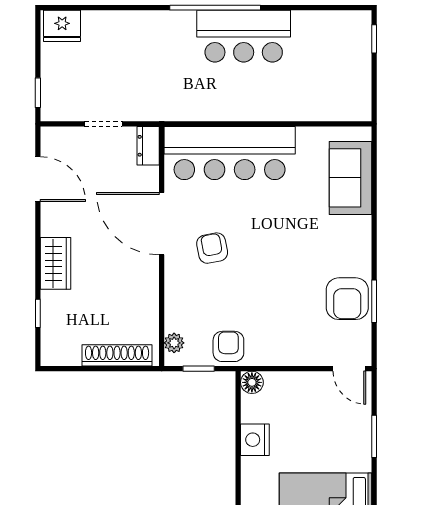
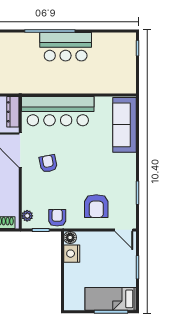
dresser: (148, 146) -> (13, 112), width x1.44
sofa: (351, 178) -> (124, 125), width x1.36
armchair: (347, 299) -> (96, 206), moved
nightstand: (255, 440) -> (72, 254), moved

